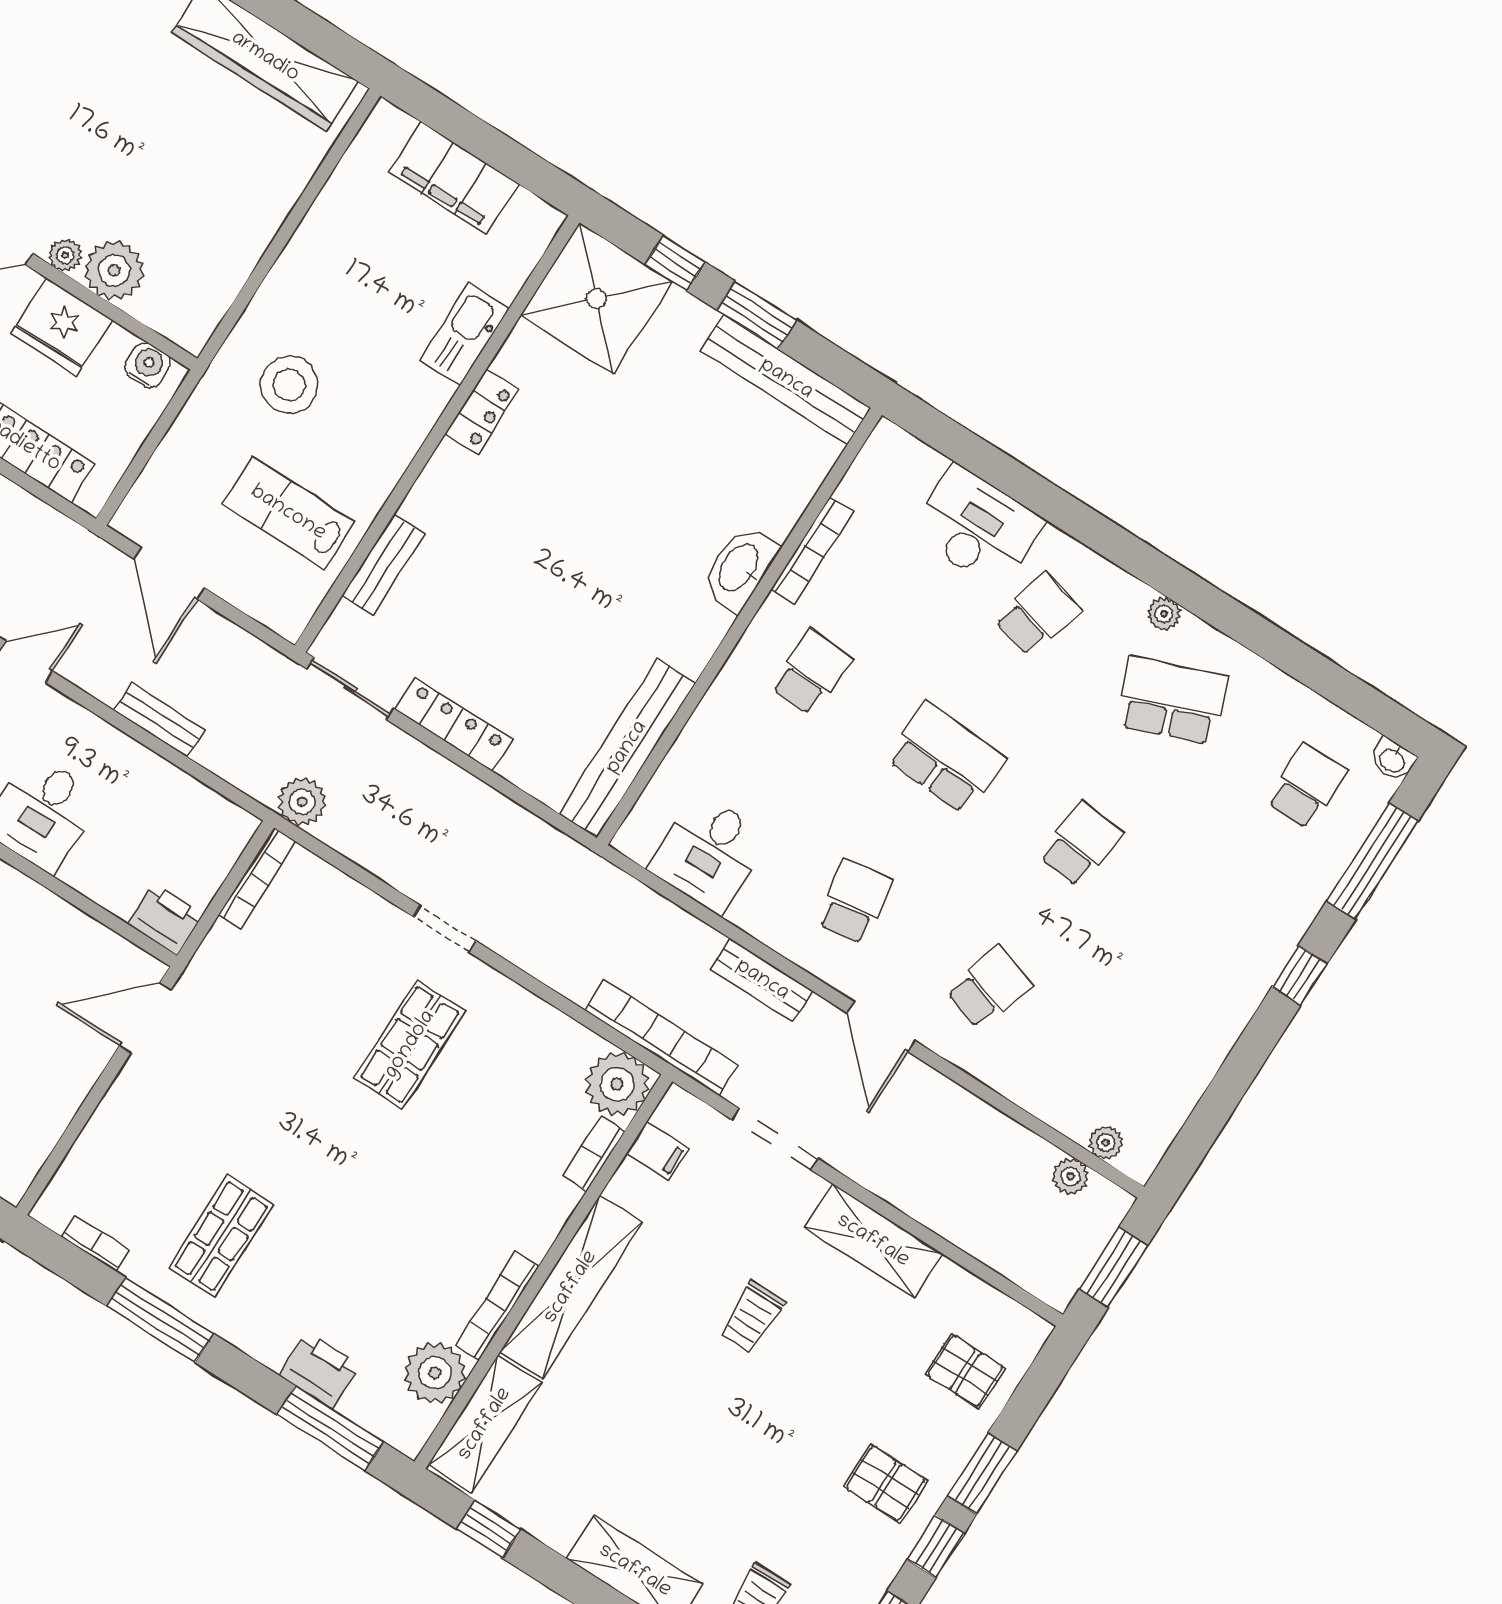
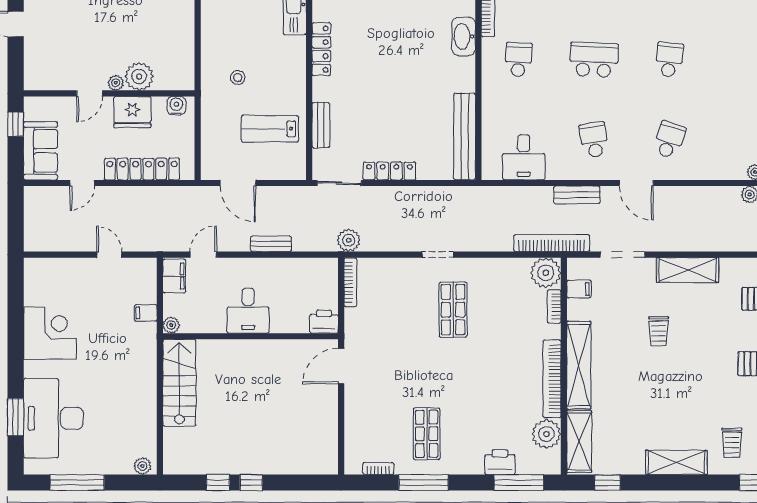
stool: (289, 385) -> (238, 78), width x0.53, depth x0.53
locker: (482, 412) -> (321, 49), width x1.53
bookcase: (497, 1306) -> (552, 379), width x1.48, depth x1.31

